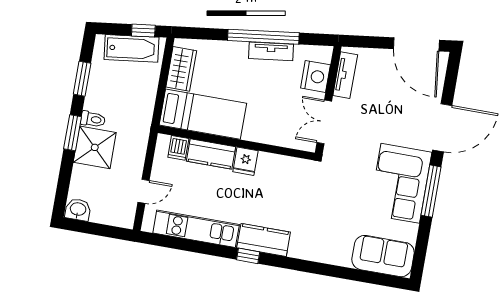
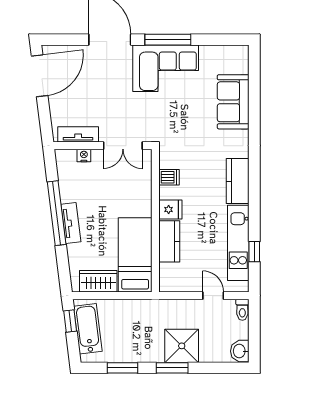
tv unit: (271, 51) -> (71, 223), moved
nightstand: (315, 76) -> (84, 155), width x0.53, depth x0.56
toilet: (93, 119) -> (242, 310), moved, turned 180
dishwasher: (178, 148) -> (169, 177), moved
window: (248, 256) -> (254, 252), moved
sofa: (383, 256) -> (233, 102), moved

